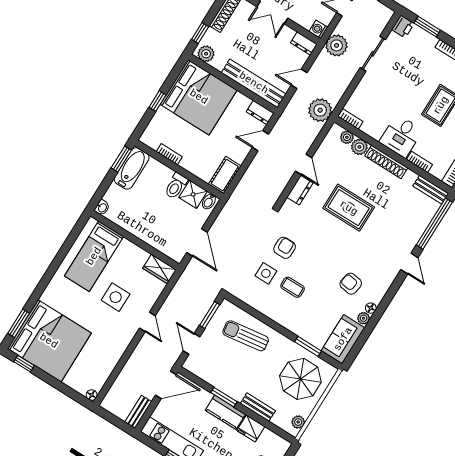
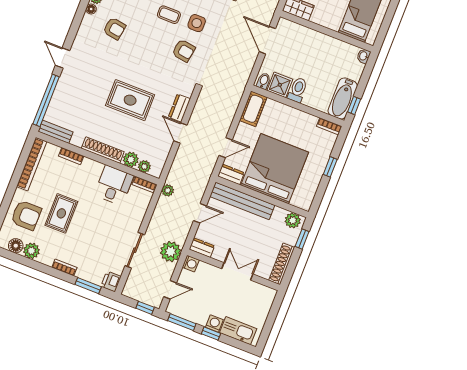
bed: (199, 97) -> (275, 169), moved, turned 90
plant: (320, 110) -> (168, 190), width x0.53, depth x0.53
desk: (401, 136) -> (114, 185), moved
bookcase: (169, 154) -> (329, 126), moved
window: (121, 159) -> (354, 105), width x0.67
armchair: (285, 248) -> (184, 51), turned -81

